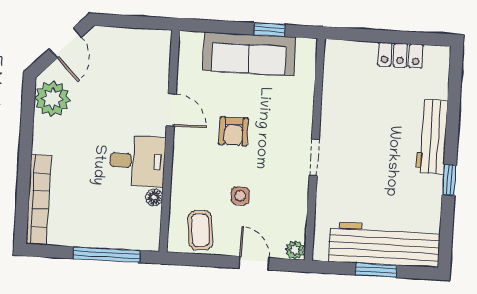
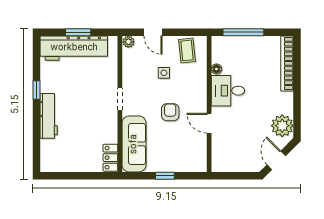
window: (270, 30) -> (165, 176), moved
sofa: (249, 54) -> (134, 144), moved, turned 90
locker: (400, 55) -> (110, 158), moved, turned -90

